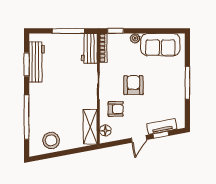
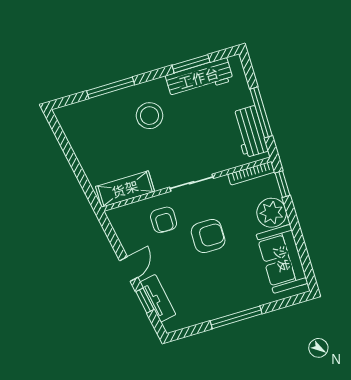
plant: (135, 38) -> (272, 213), width x1.88, depth x1.88
workbench: (89, 48) -> (250, 132), moved, turned -90
window: (27, 117) -> (111, 88), width x0.68
floor lamp: (105, 131) -> (126, 214), removed
door: (139, 139) -> (129, 269), swing flipped
stool: (51, 140) -> (150, 116), moved

